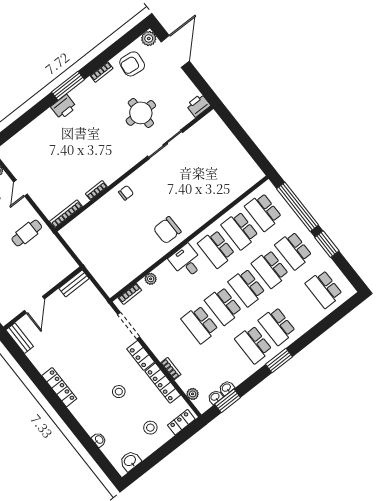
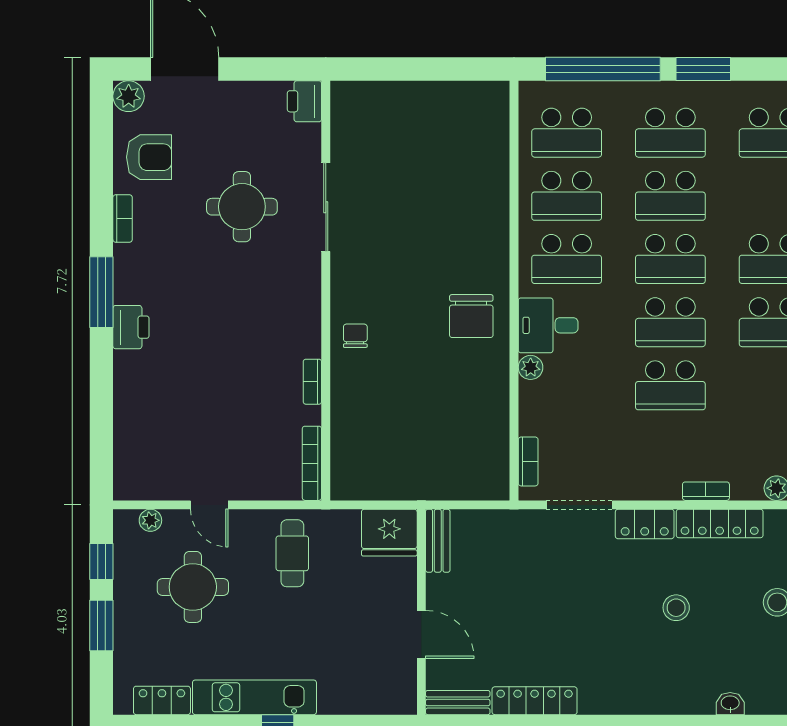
armchair: (132, 64) -> (149, 157), turned -97
fridge: (63, 263) -> (389, 533), added
plant: (151, 279) -> (531, 367), moved
locker: (59, 387) -> (535, 701), moved

